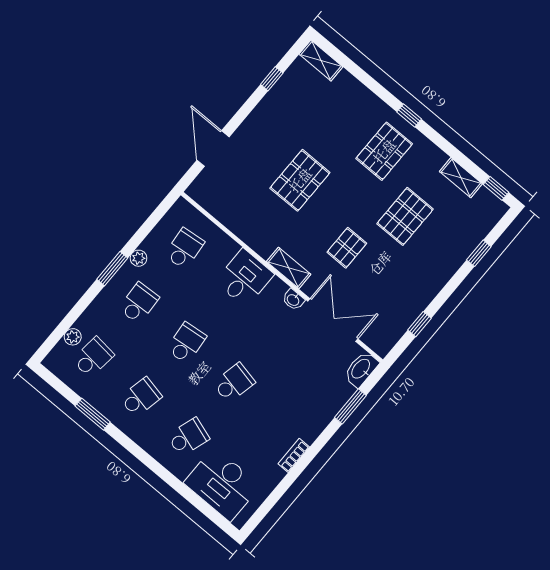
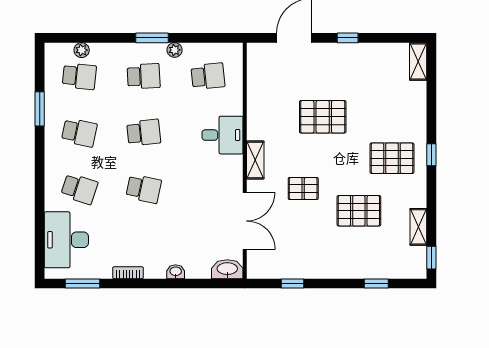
window: (272, 79) -> (348, 38), moved
washbasin: (293, 300) -> (176, 272), moved, turned 90
window: (350, 406) -> (83, 283), moved

